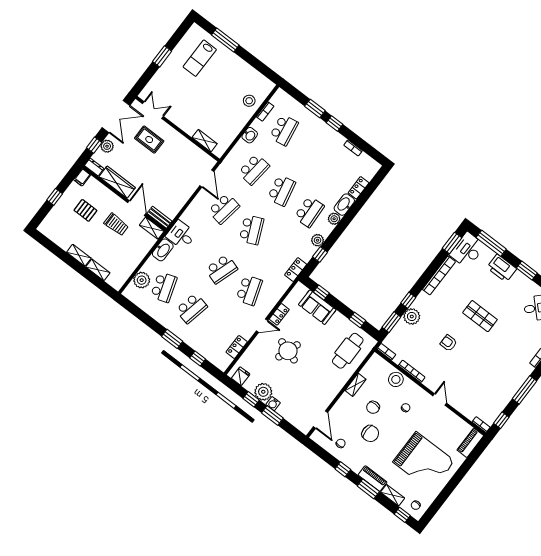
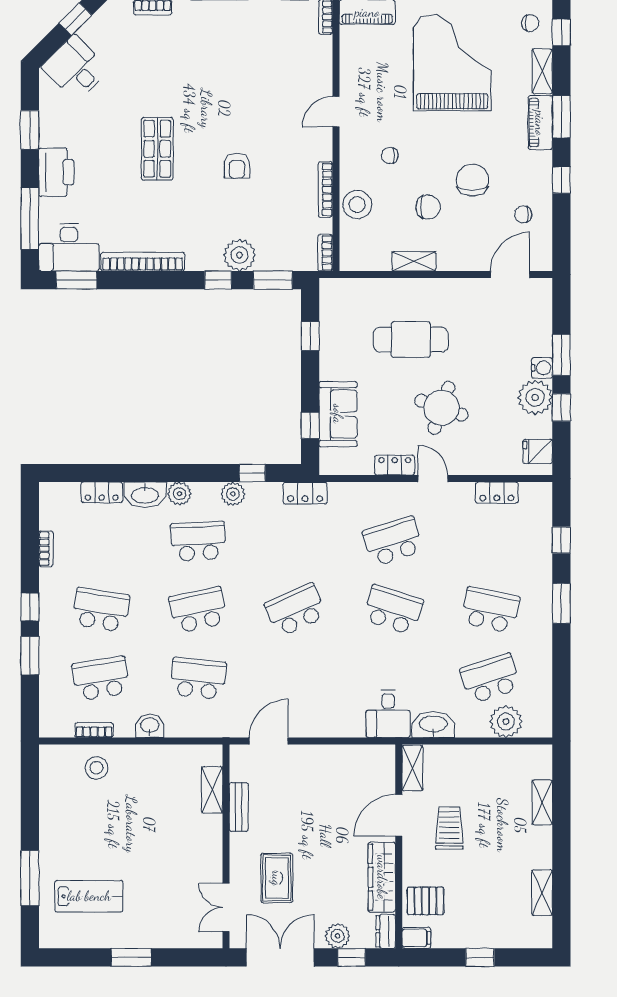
school desk: (224, 209) -> (101, 610), moved
pallet: (85, 210) -> (425, 901), moved, turned 90
bench: (159, 217) -> (239, 807), moved
shelving: (79, 255) -> (542, 893), moved
cafe table: (348, 351) -> (411, 340), moved

